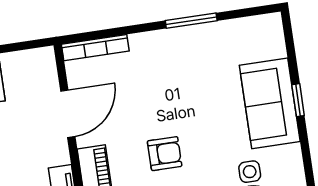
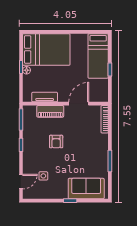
sofa: (270, 103) -> (86, 189), moved
door: (68, 114) -> (79, 104), swing flipped

